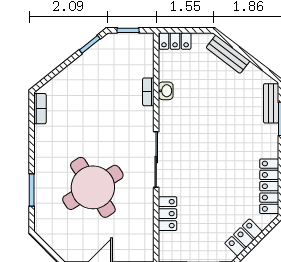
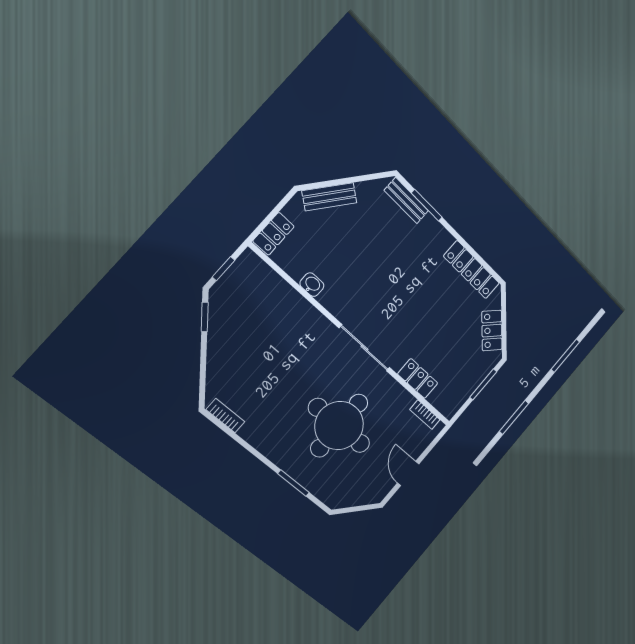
bookcase: (148, 92) -> (425, 415), moved
round table: (93, 187) -> (339, 426), turned 32

